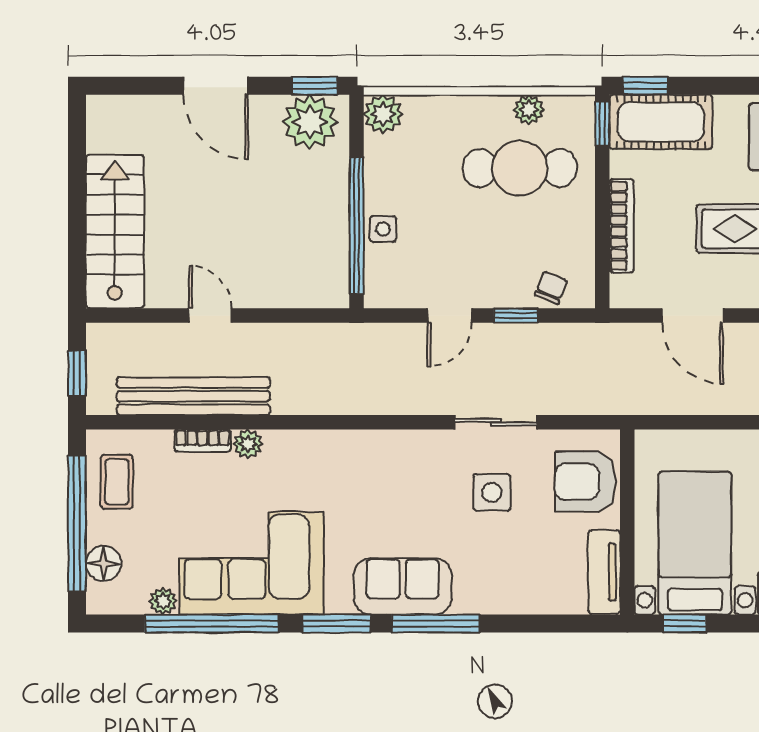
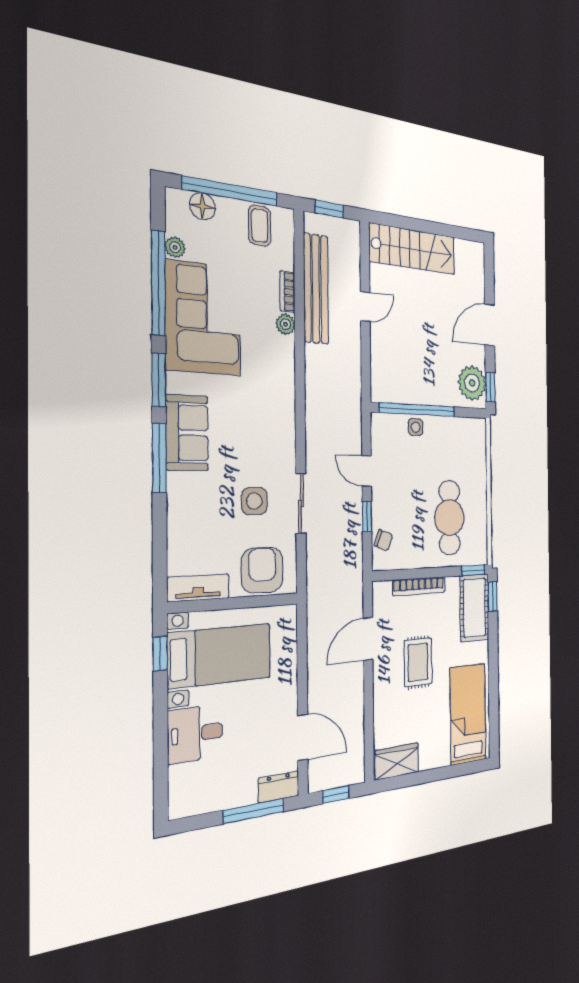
plant: (529, 110) -> (480, 523), removed
plant: (383, 114) -> (477, 430), removed
coffee table: (117, 482) -> (260, 226), turned 90

